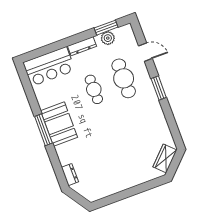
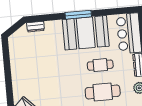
booth: (59, 124) -> (86, 33), width x1.36, depth x1.42

